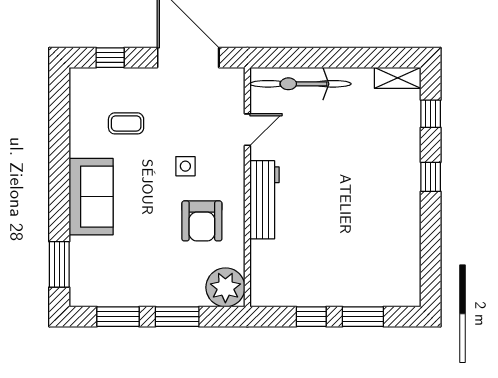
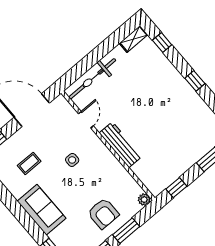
window: (431, 177) -> (195, 81), moved
armchair: (202, 221) -> (103, 213), moved
plant: (225, 287) -> (144, 200), width x0.53, depth x0.53
window: (311, 317) -> (176, 188), moved

